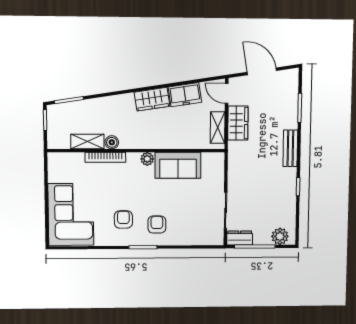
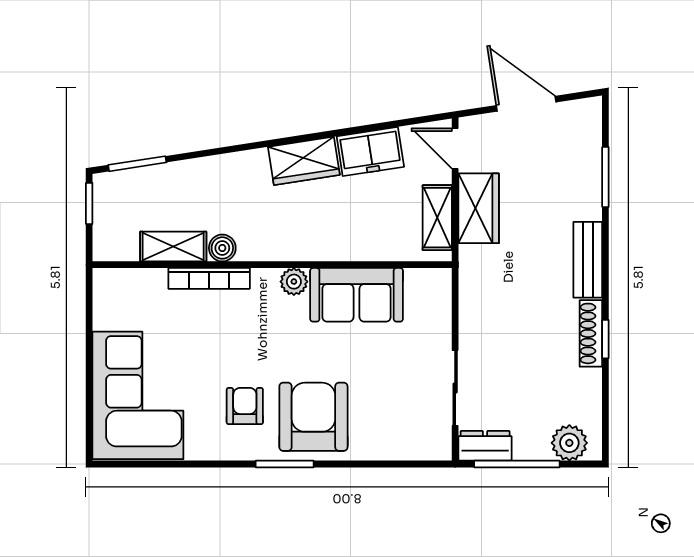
shoe rack: (291, 184) -> (591, 333), added
armchair: (157, 225) -> (313, 417), width x1.88, depth x1.88

